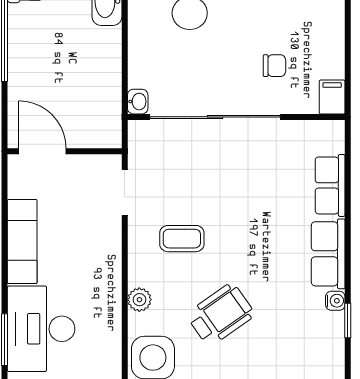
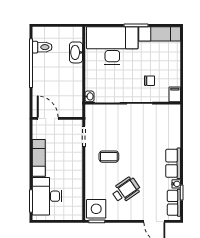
row of seats: (330, 185) -> (174, 203), moved
plant: (139, 300) -> (90, 183), removed

